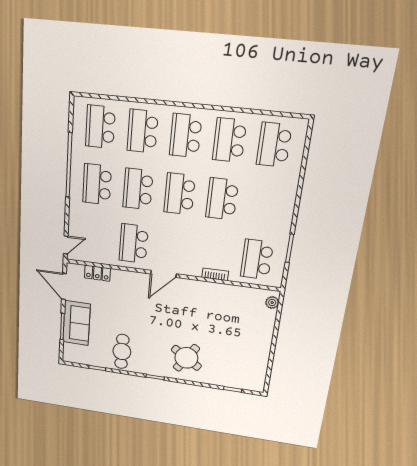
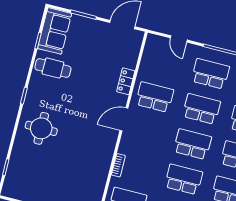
door: (66, 245) -> (179, 39), moved
locker: (97, 273) -> (126, 81), moved
door: (163, 274) -> (124, 119), hinge flipped
sofa: (76, 323) -> (55, 31), moved, turned -90
round table: (186, 358) -> (41, 128), turned -33

